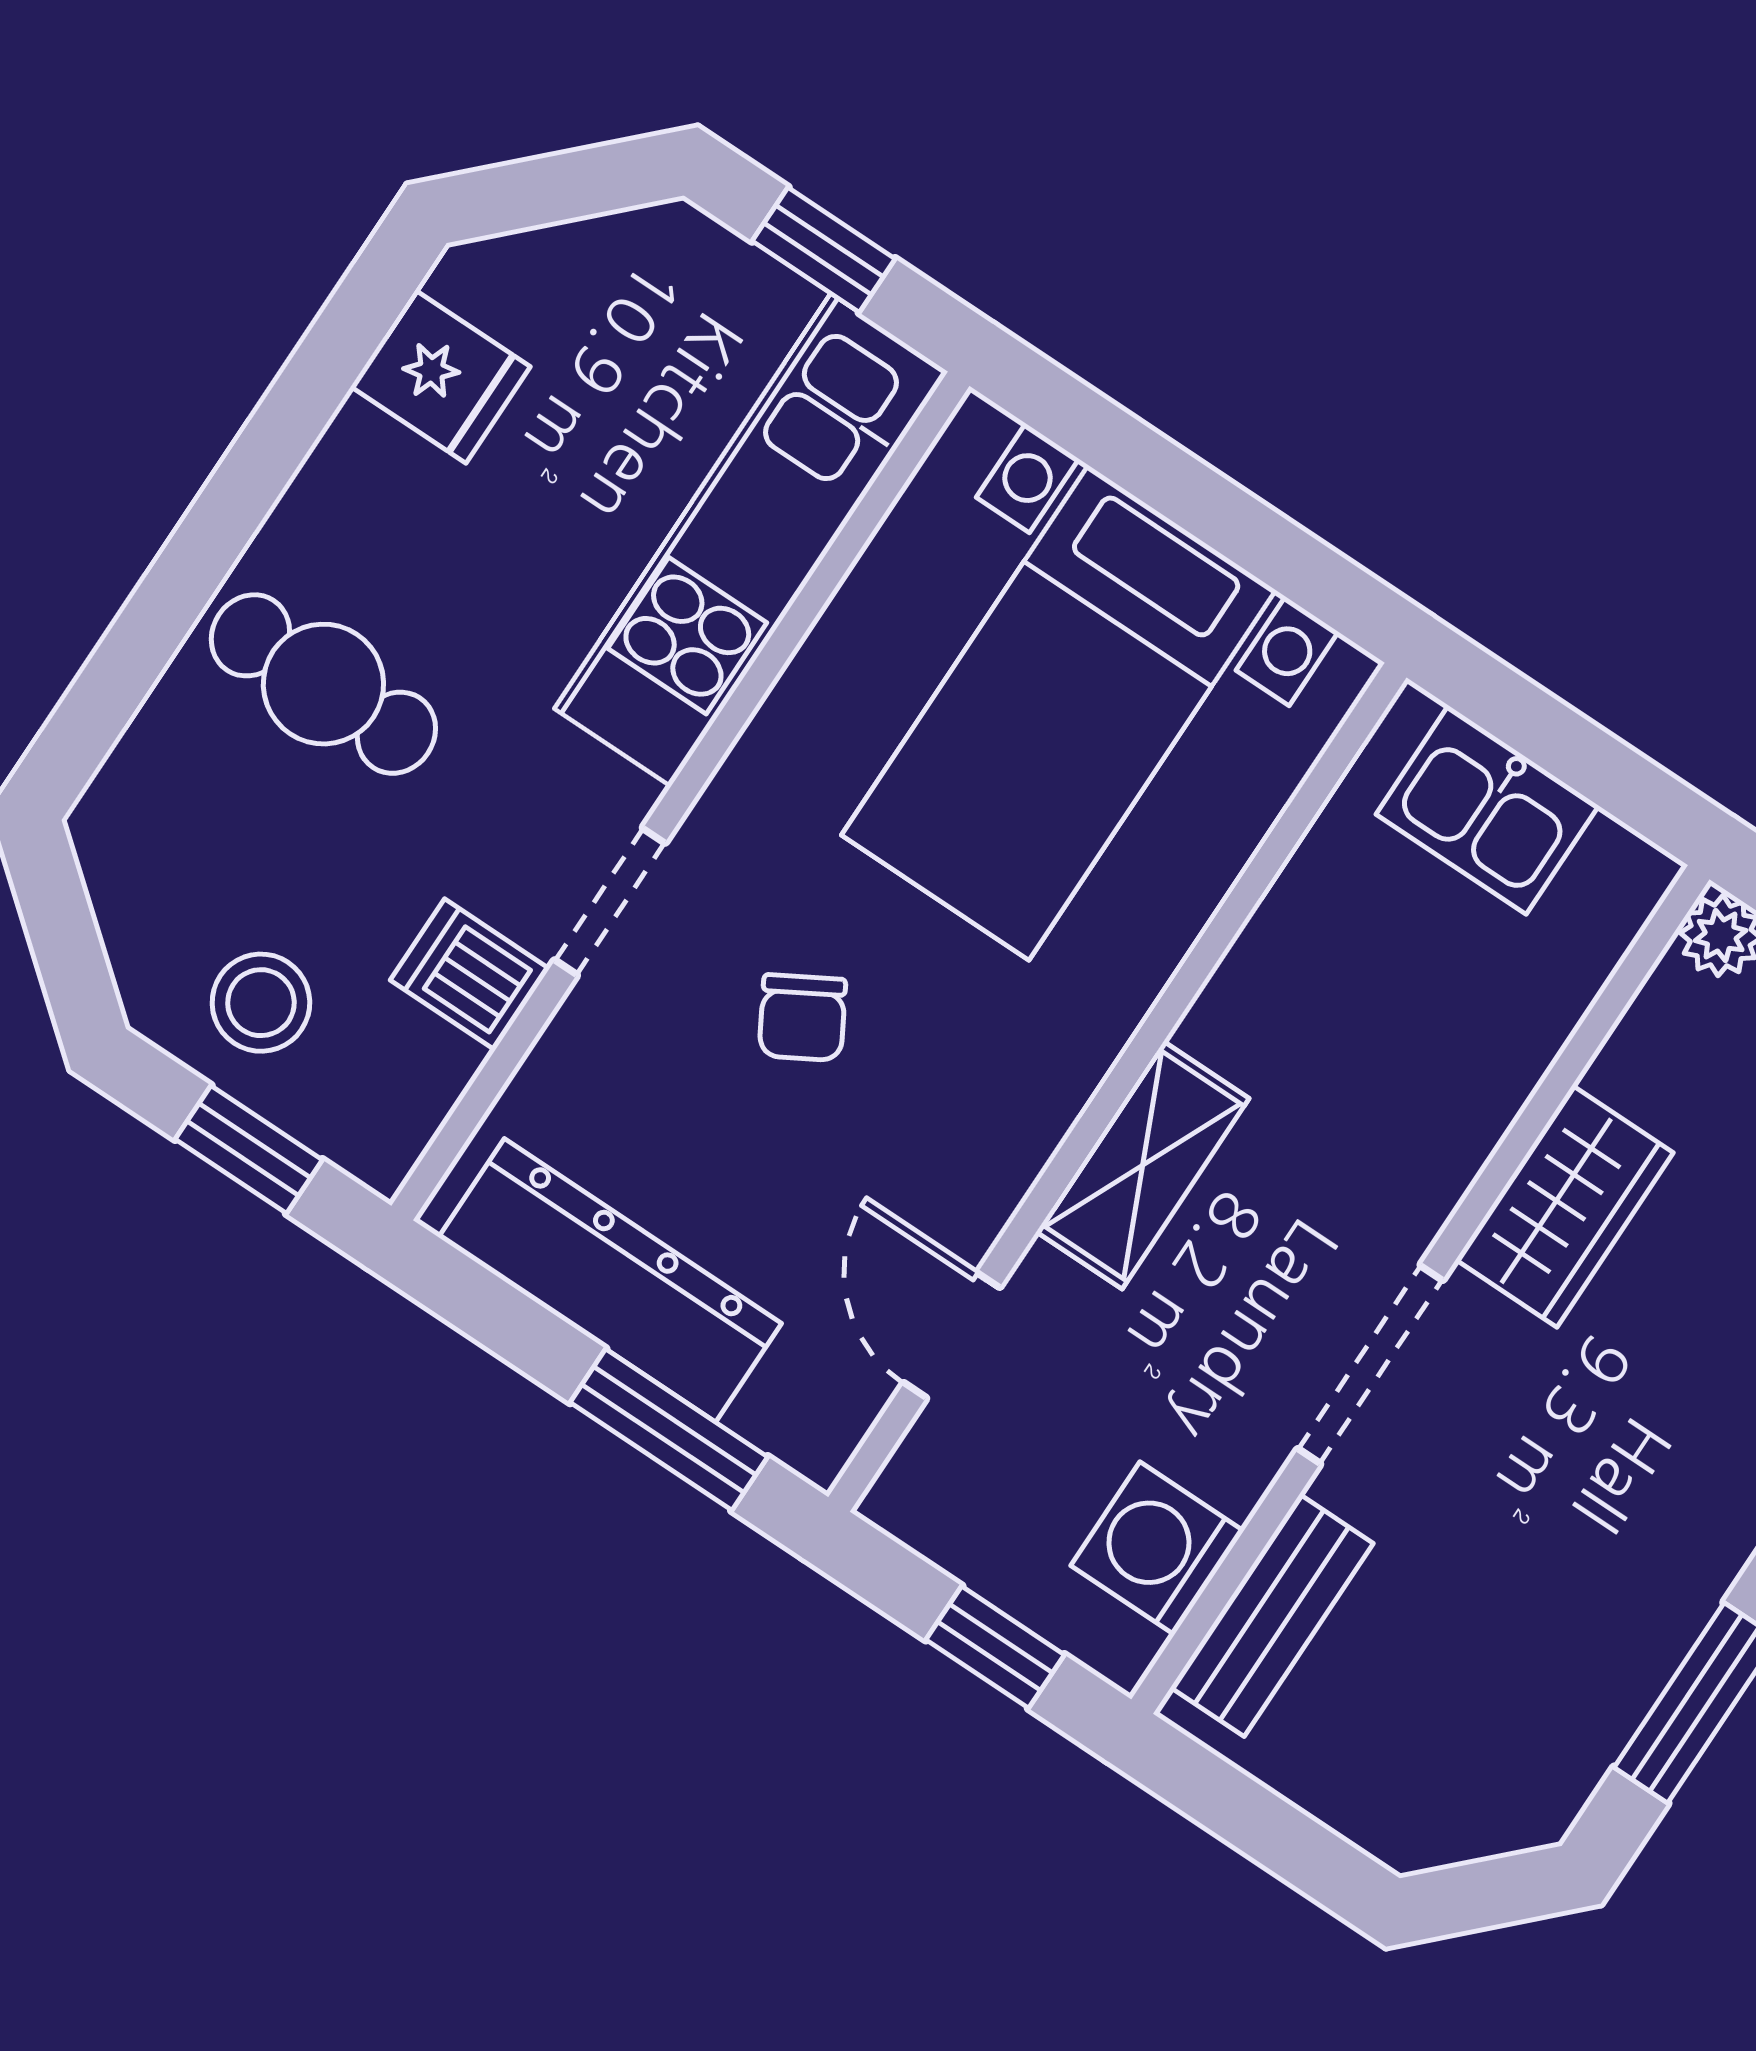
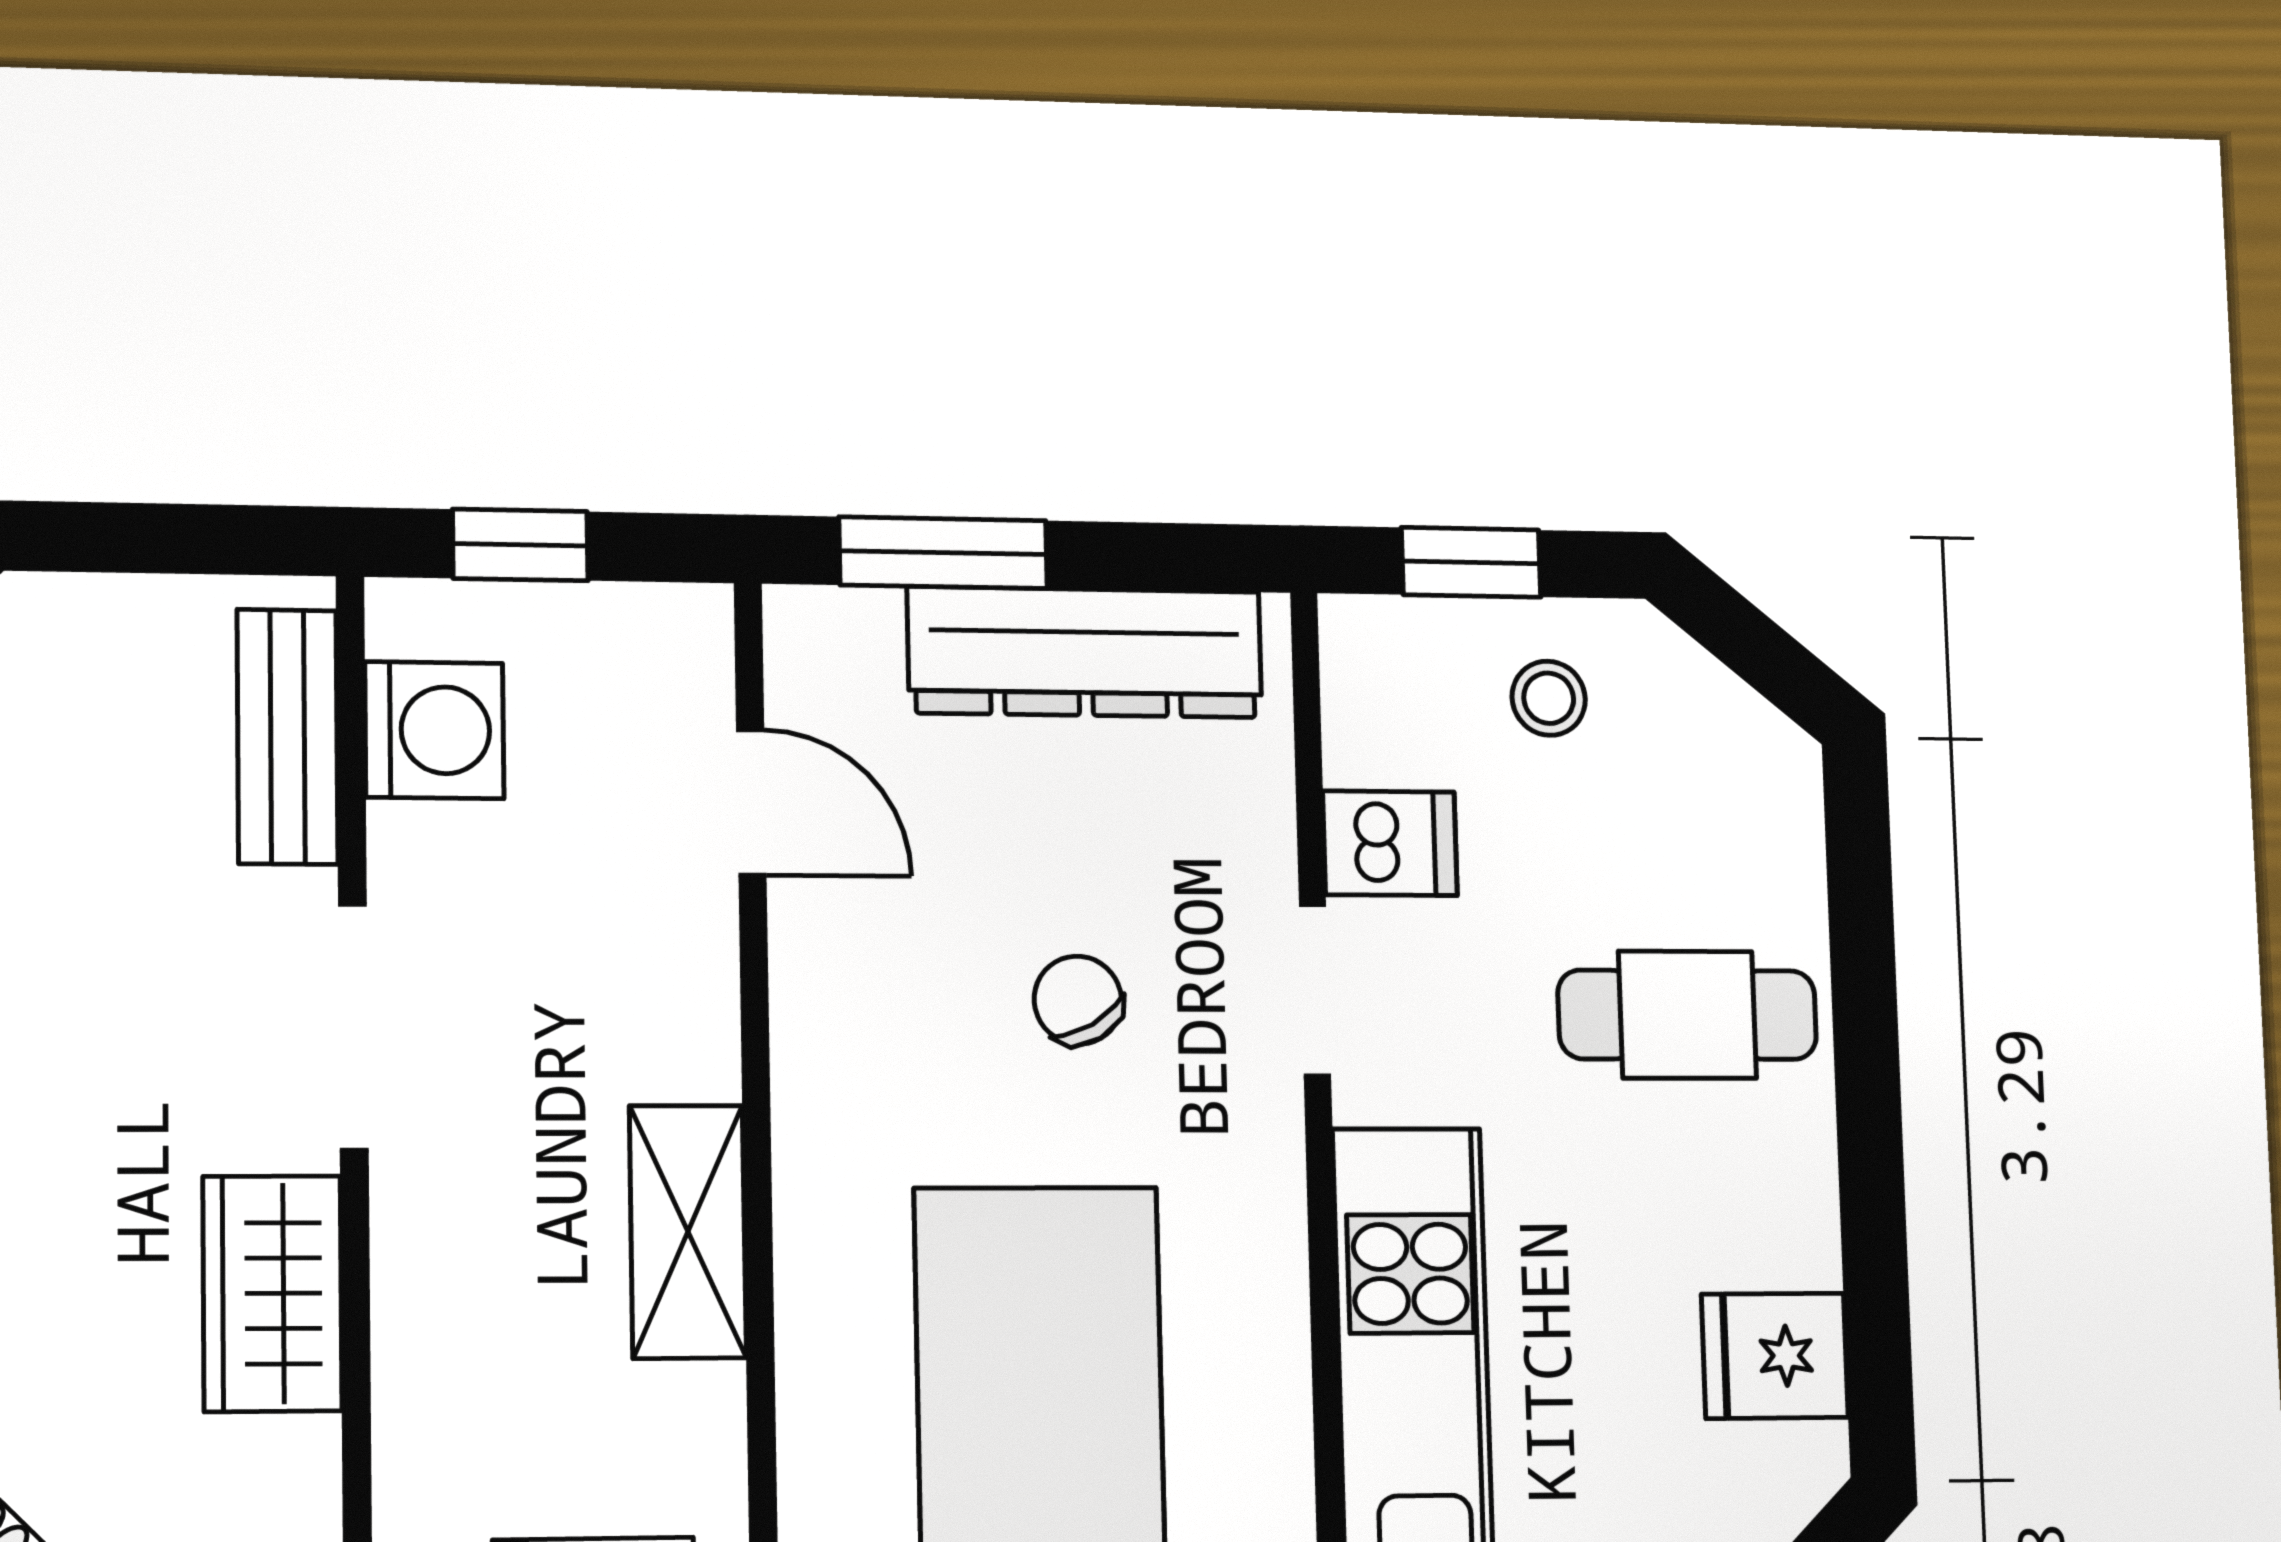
stool: (261, 1003) -> (1549, 698), width x0.73, depth x0.73
shelving: (1143, 1165) -> (688, 1232), moved

